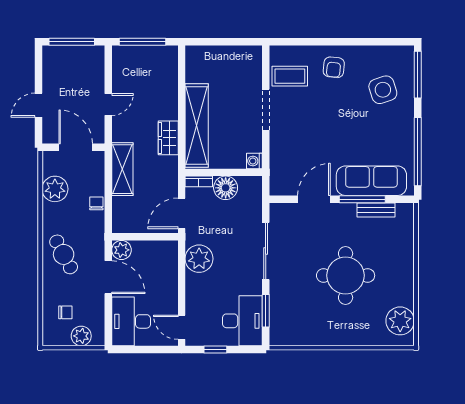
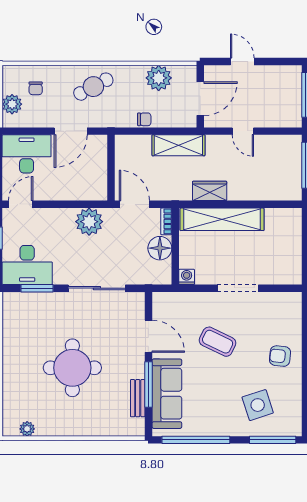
coffee table: (290, 76) -> (218, 342), moved, turned -64
plant: (121, 250) -> (98, 144), removed
plant: (400, 321) -> (27, 429), width x0.53, depth x0.53

